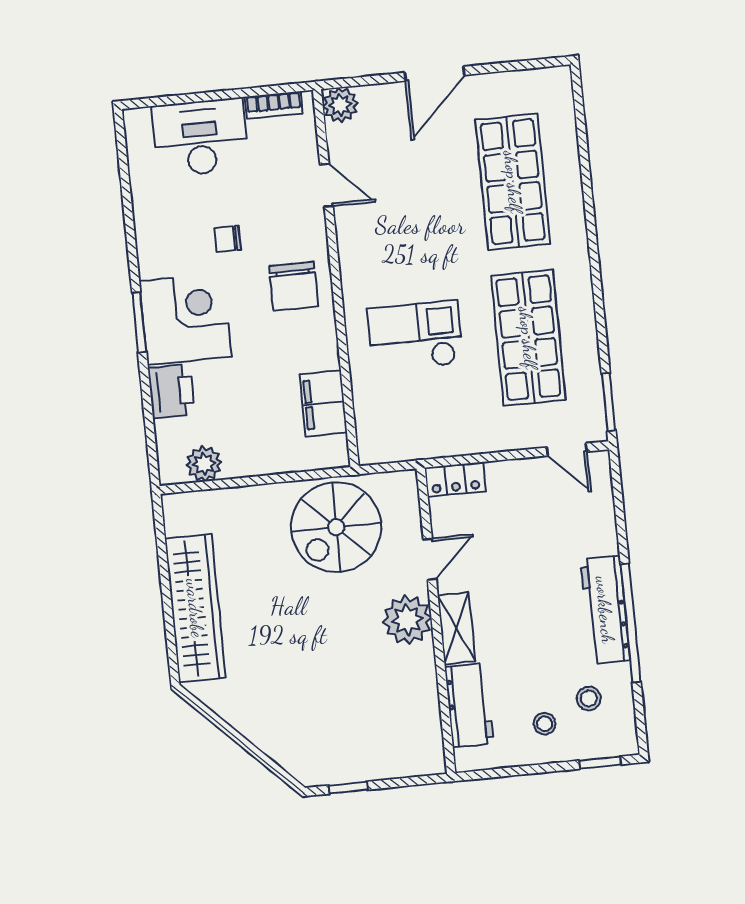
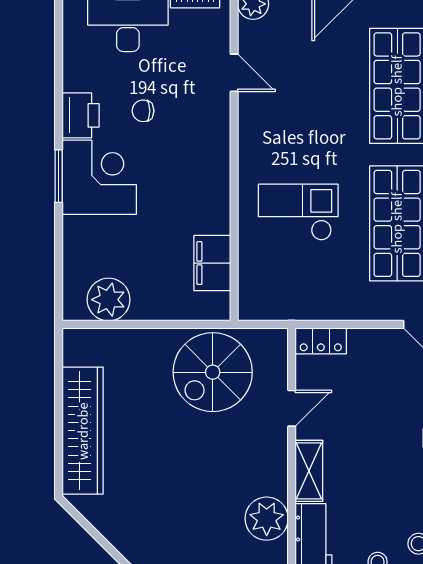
chair: (294, 286) -> (197, 158), removed
printer: (171, 391) -> (81, 115), moved
plant: (204, 464) -> (109, 300), width x1.36, depth x1.36
plant: (407, 620) -> (267, 519), moved

